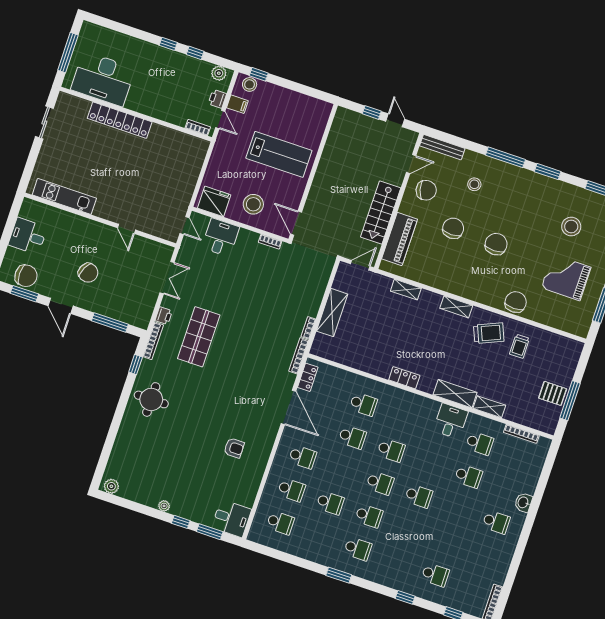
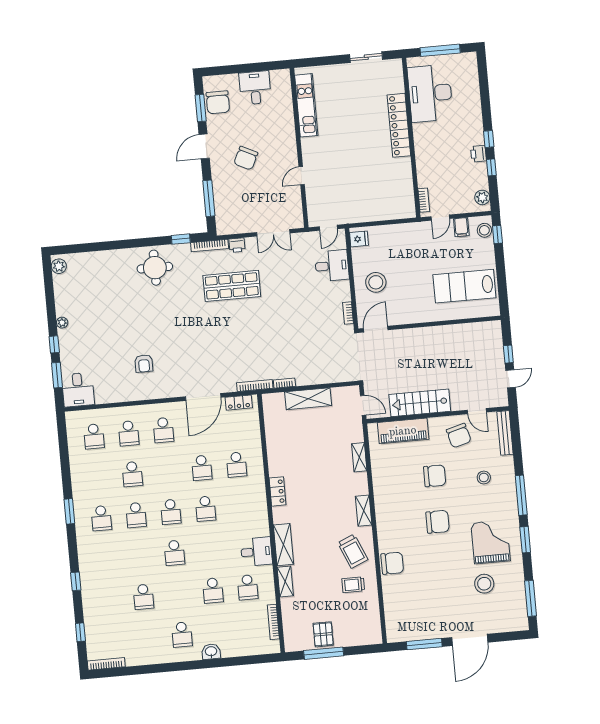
printer: (217, 99) -> (478, 154), moved, turned -90
lab bench: (279, 154) -> (464, 286), moved, turned 90
fridge: (214, 201) -> (359, 239), width x0.53, depth x0.75
grand piano: (566, 278) -> (491, 542), moved
school desk: (435, 575) -> (143, 597), moved

